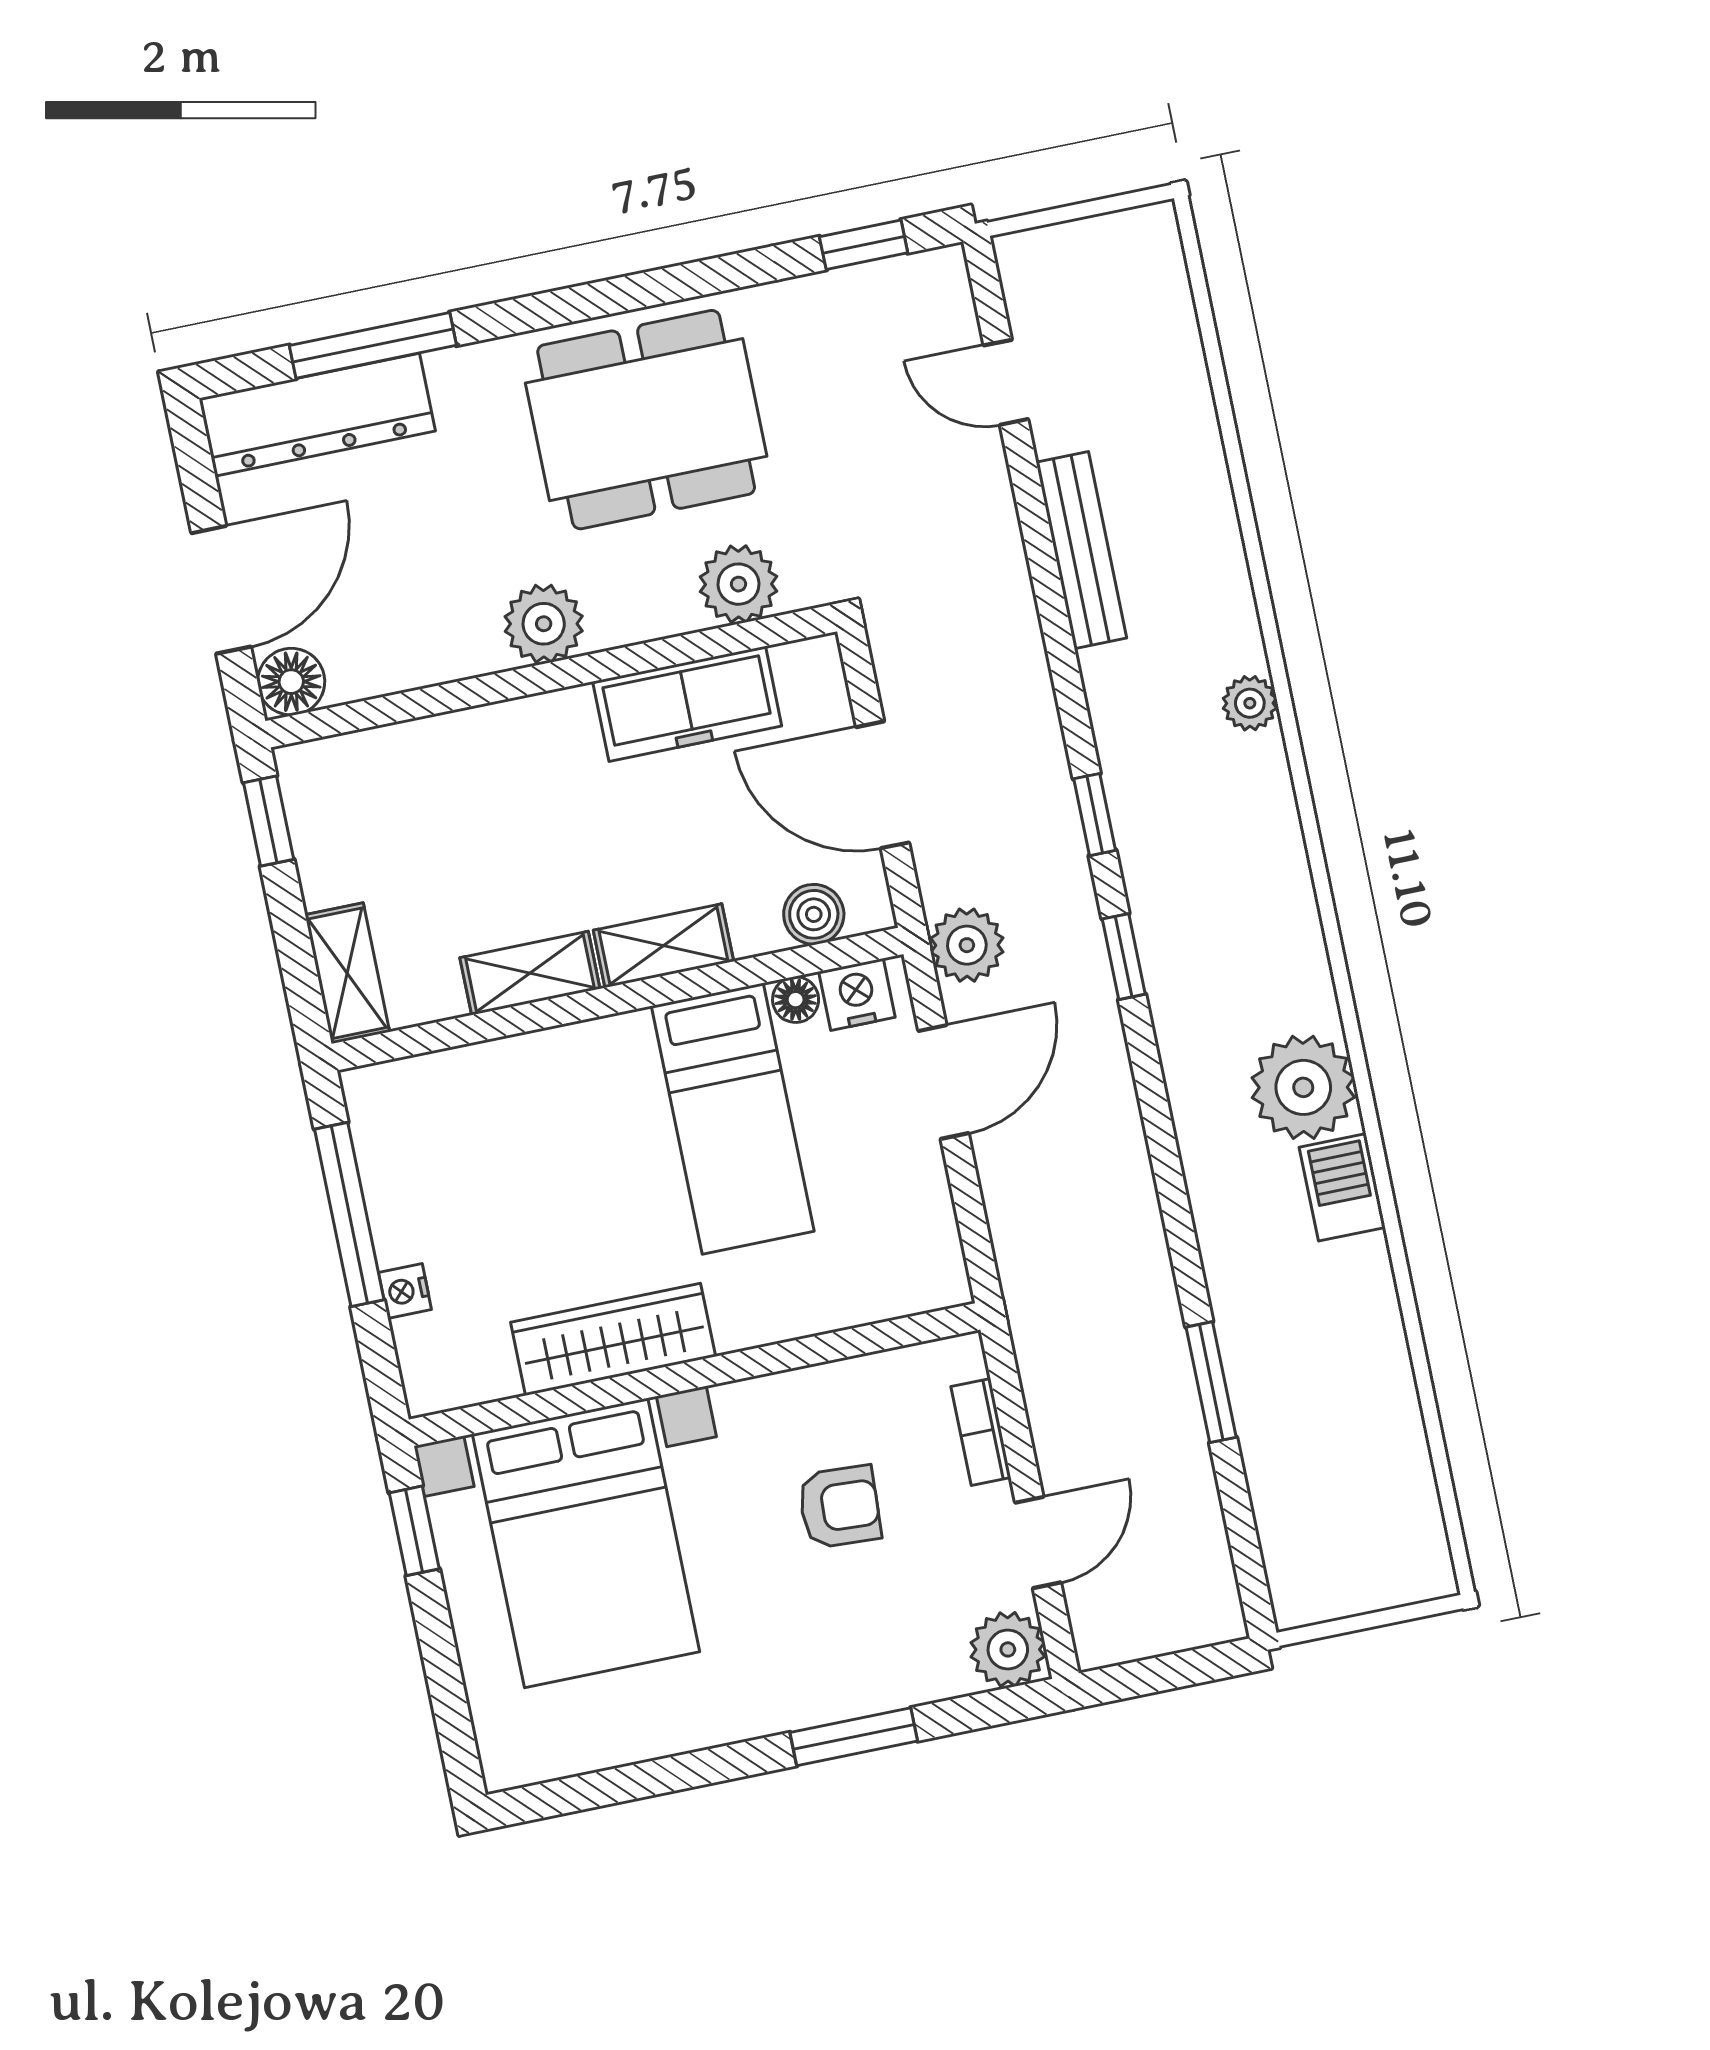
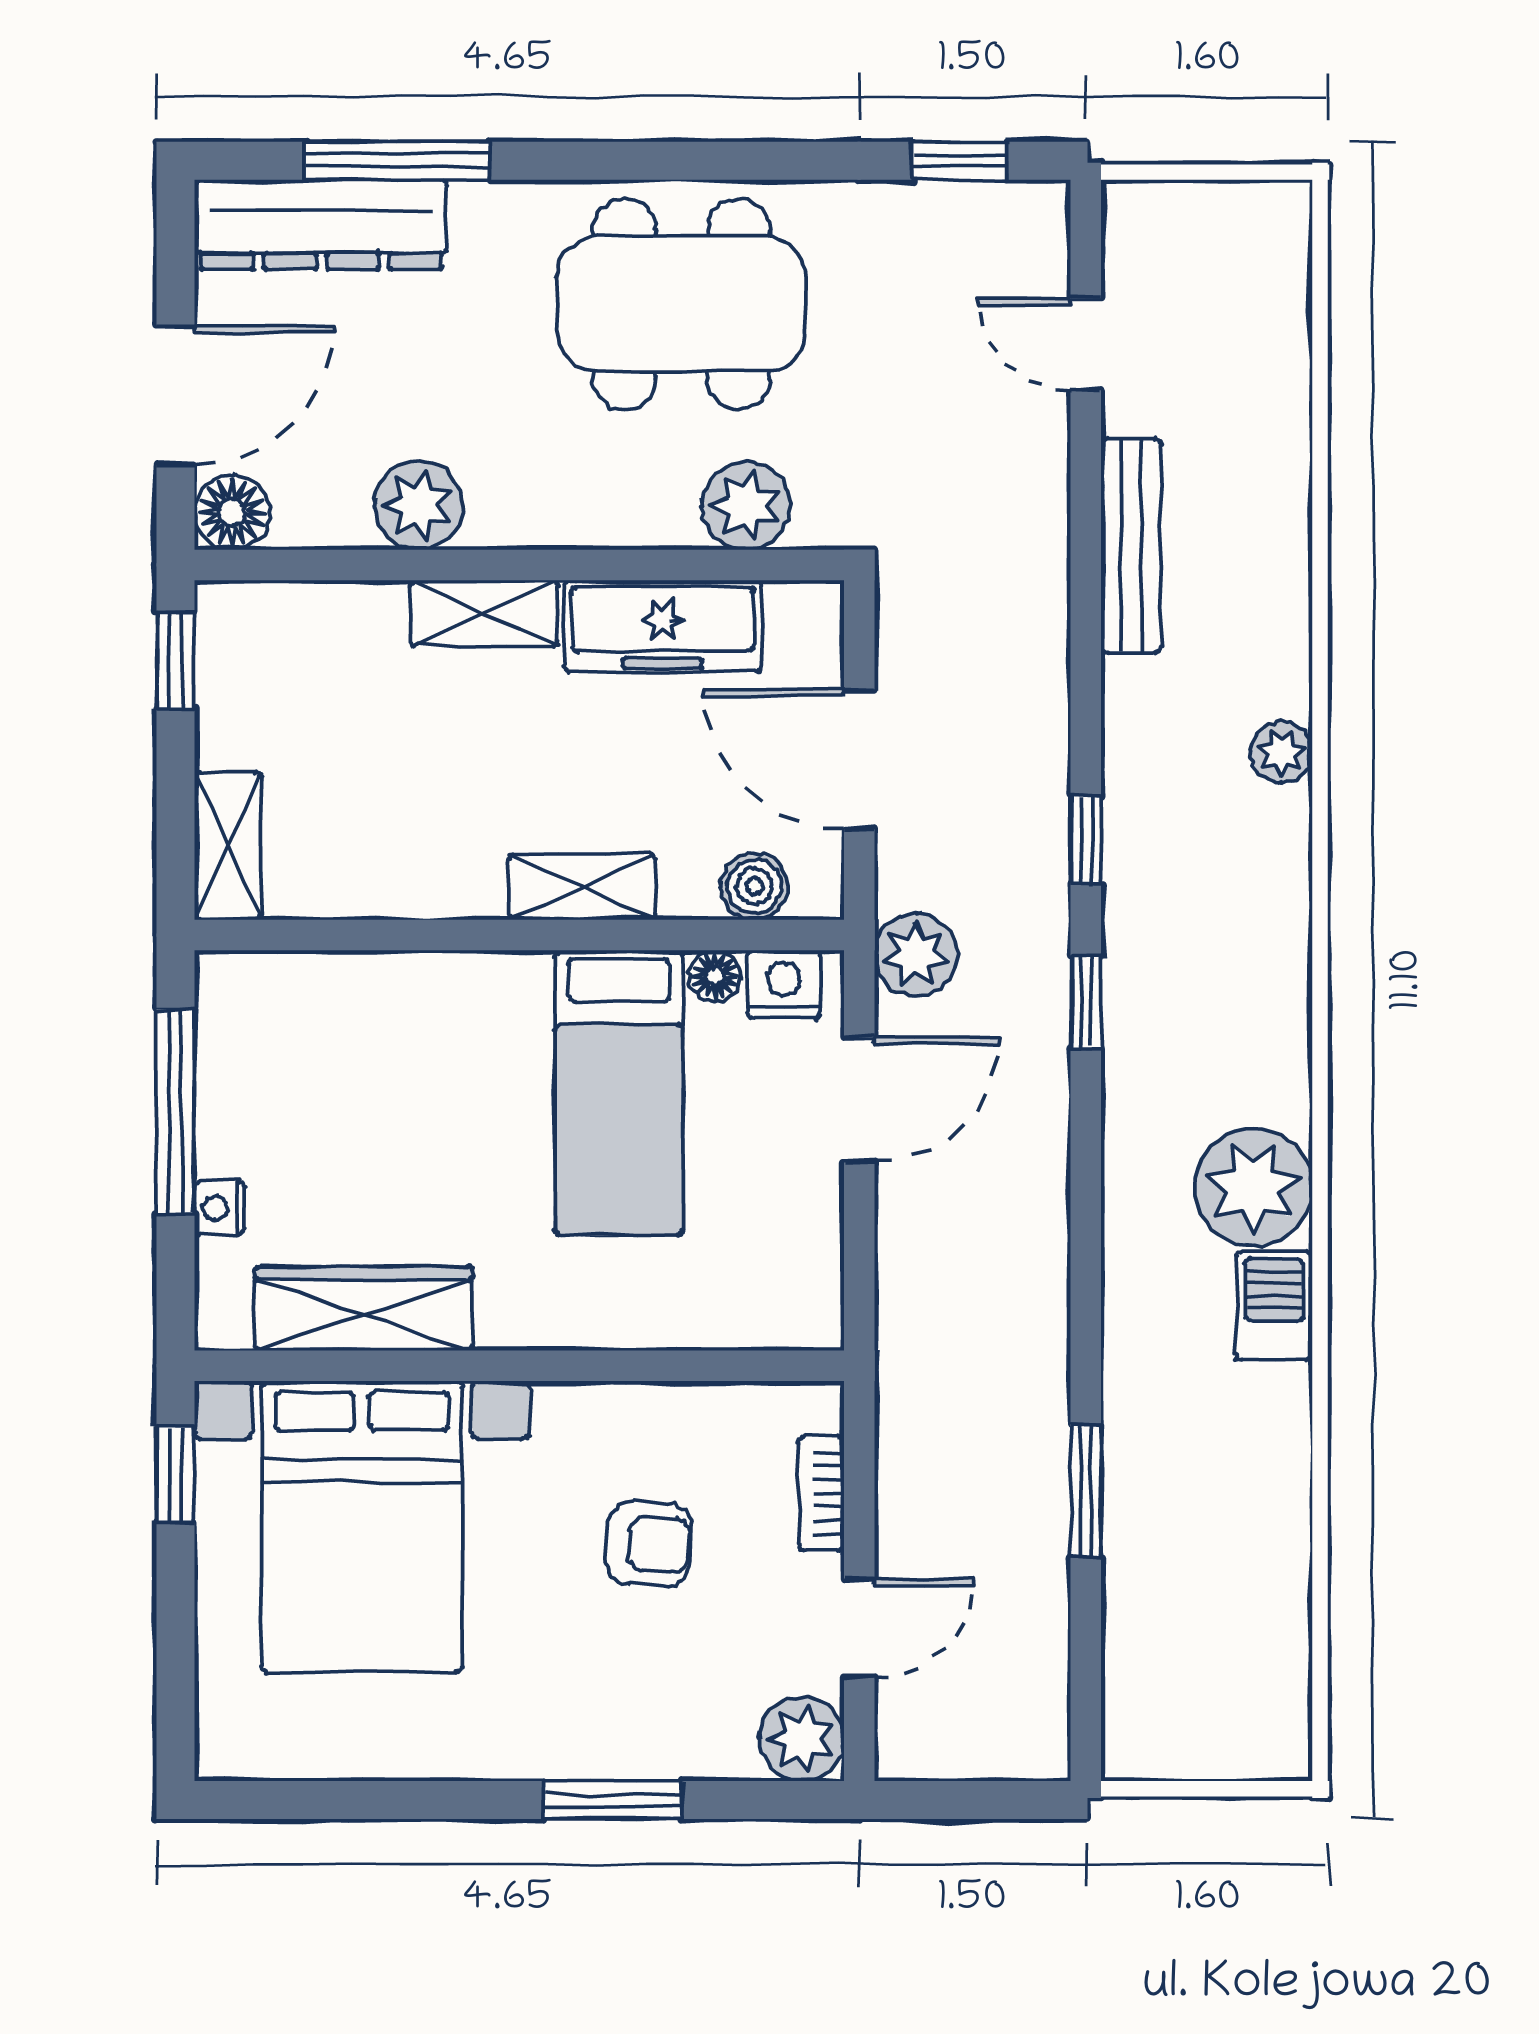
plant: (544, 624) -> (419, 506), moved
shelving: (530, 973) -> (484, 613), moved
wardrobe: (613, 1339) -> (364, 1308), moved

